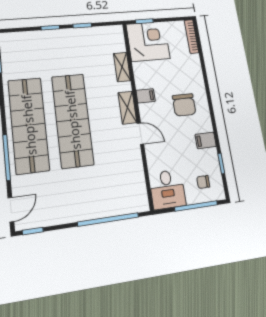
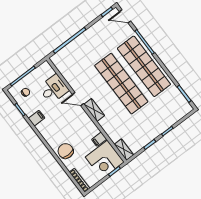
shelving: (122, 67) -> (124, 150), moved
filing cabinet: (146, 96) -> (99, 139), moved
chair: (184, 105) -> (66, 151), moved
desk: (167, 189) -> (54, 89), moved, turned 90
door: (11, 210) -> (125, 16), hinge flipped

